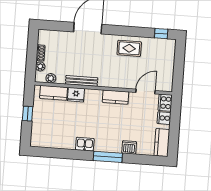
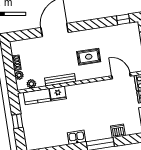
rug: (129, 48) -> (89, 57), moved
door: (145, 91) -> (121, 76), hinge flipped
kitchen counter: (116, 97) -> (95, 87), removed

